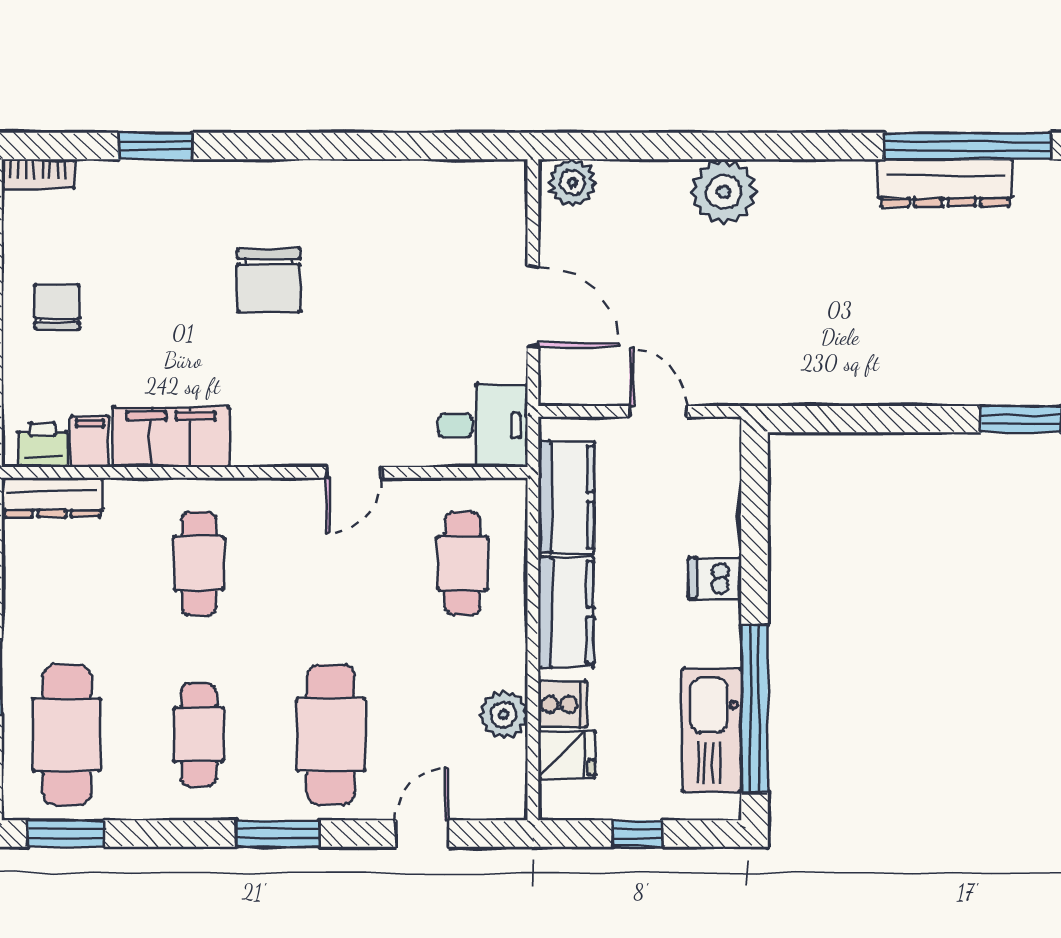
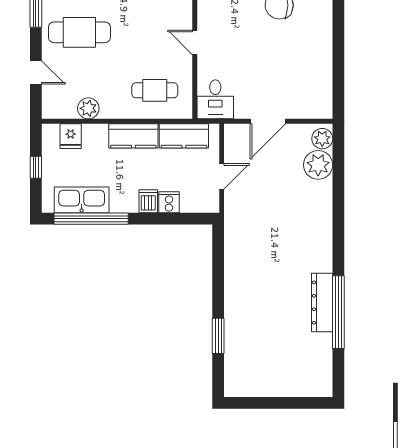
plant: (724, 192) -> (318, 165), moved
cooker: (563, 705) -> (169, 202), moved, turned 180

